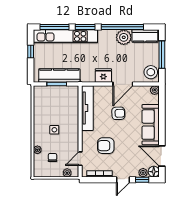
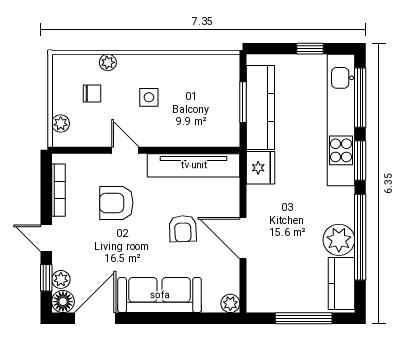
stool: (151, 72) -> (267, 295), removed
fridge: (103, 76) -> (260, 168), moved
armchair: (106, 146) -> (116, 203), turned -90
door: (80, 159) -> (125, 150), moved

